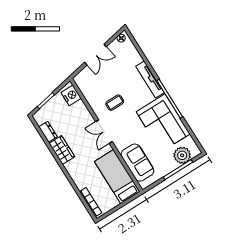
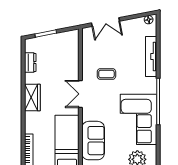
double door: (95, 55) -> (106, 22), moved
tv unit: (150, 80) -> (151, 57), moved
nightstand: (71, 95) -> (71, 43), removed
wardrobe: (62, 150) -> (32, 97), moved

